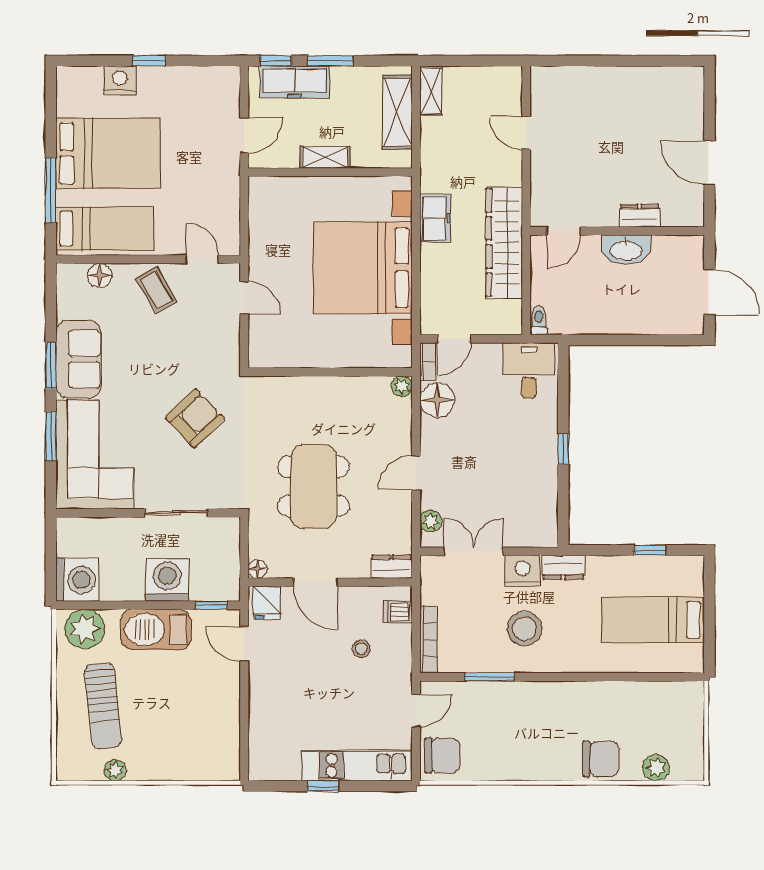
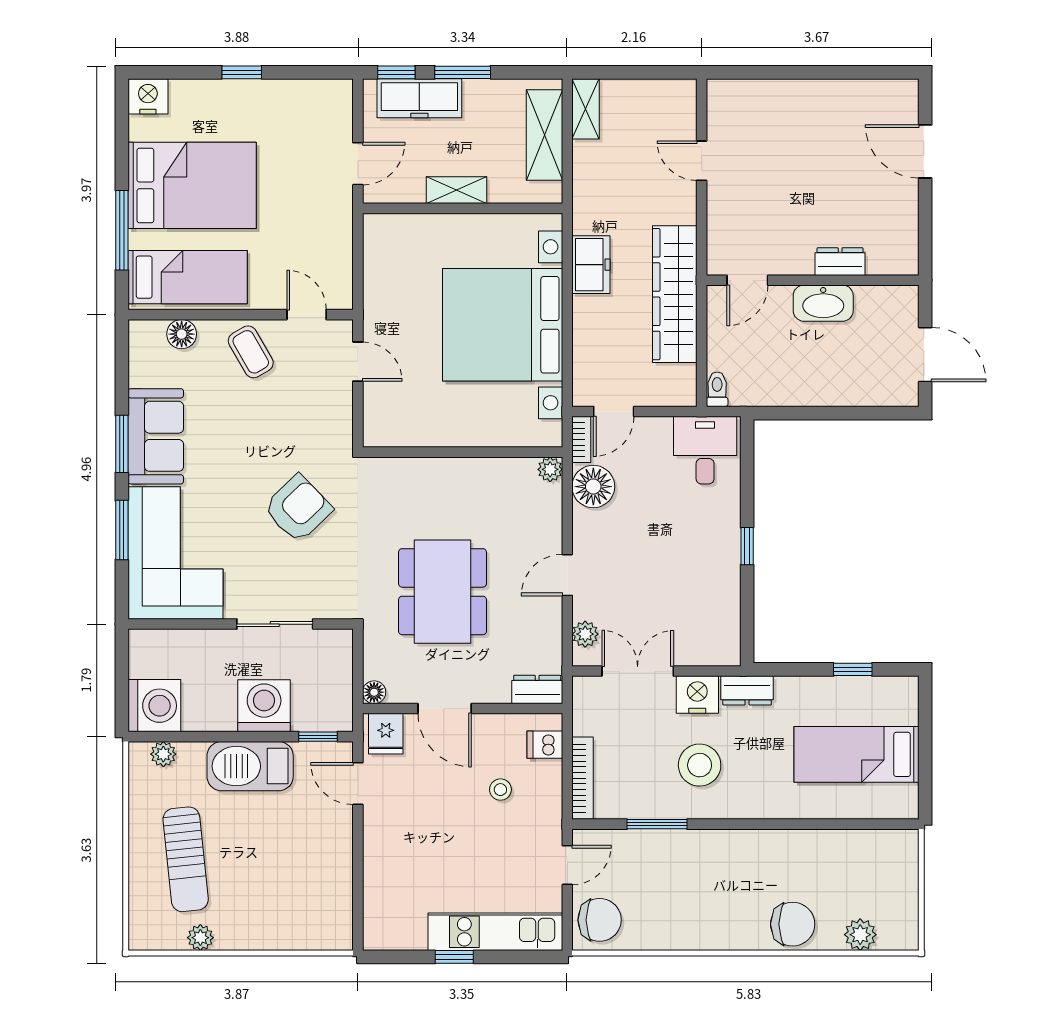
nightstand: (120, 80) -> (148, 96), moved
door: (709, 163) -> (925, 151), moved
plant: (85, 629) -> (163, 754), width x0.53, depth x0.53

